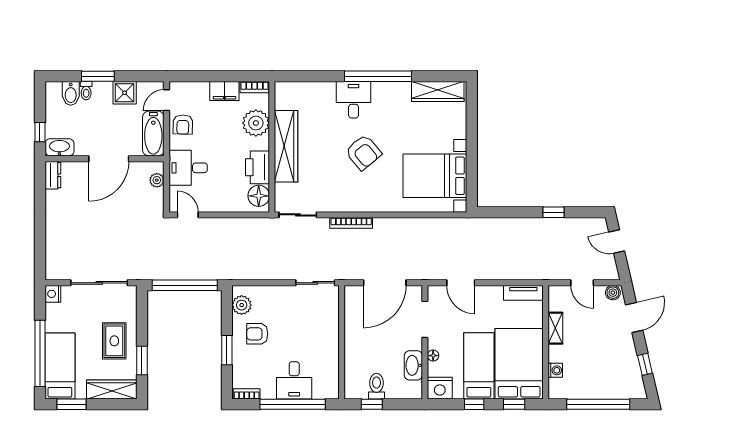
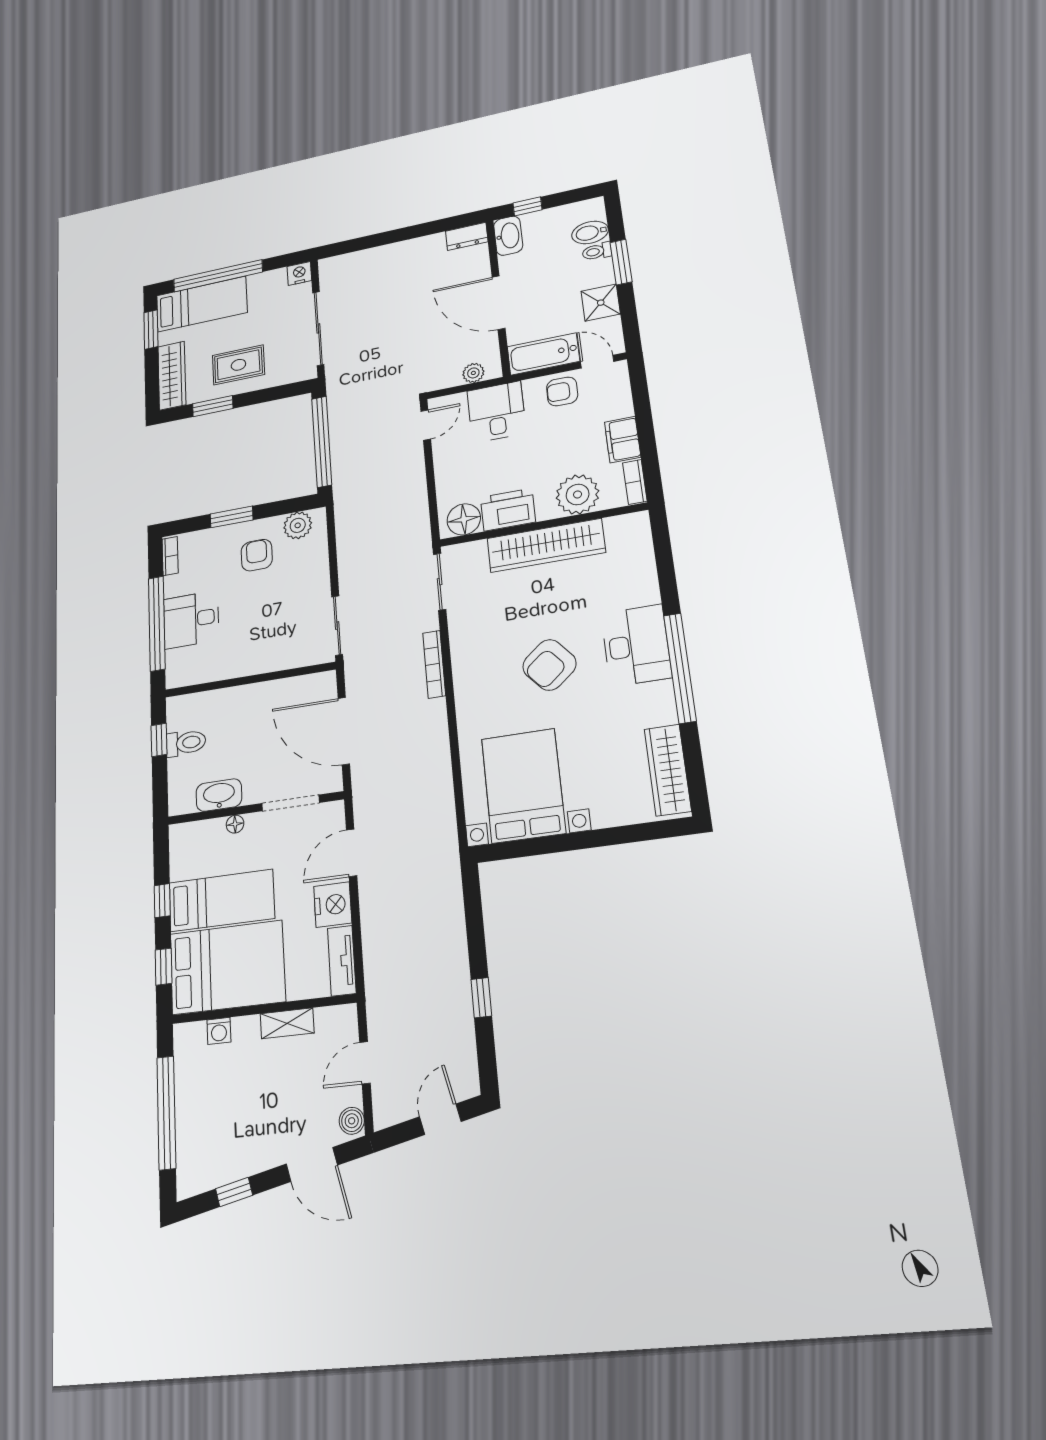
desk: (354, 100) -> (636, 645), width x1.37
nightstand: (440, 388) -> (333, 905), moved, turned 180

